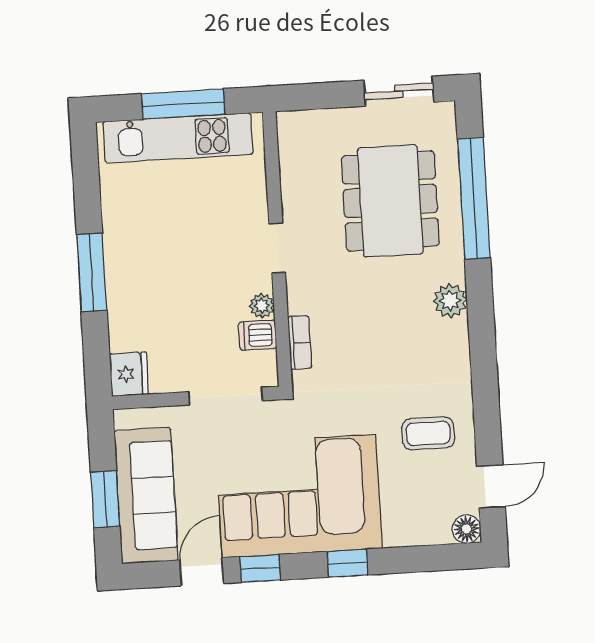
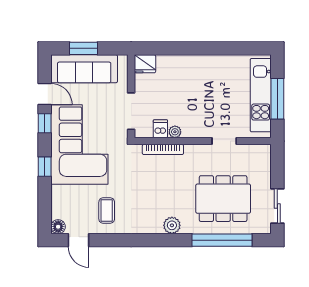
doorway: (277, 248) -> (224, 141), moved
window: (92, 272) -> (196, 48), removed
bookcase: (300, 342) -> (163, 149), width x1.56

